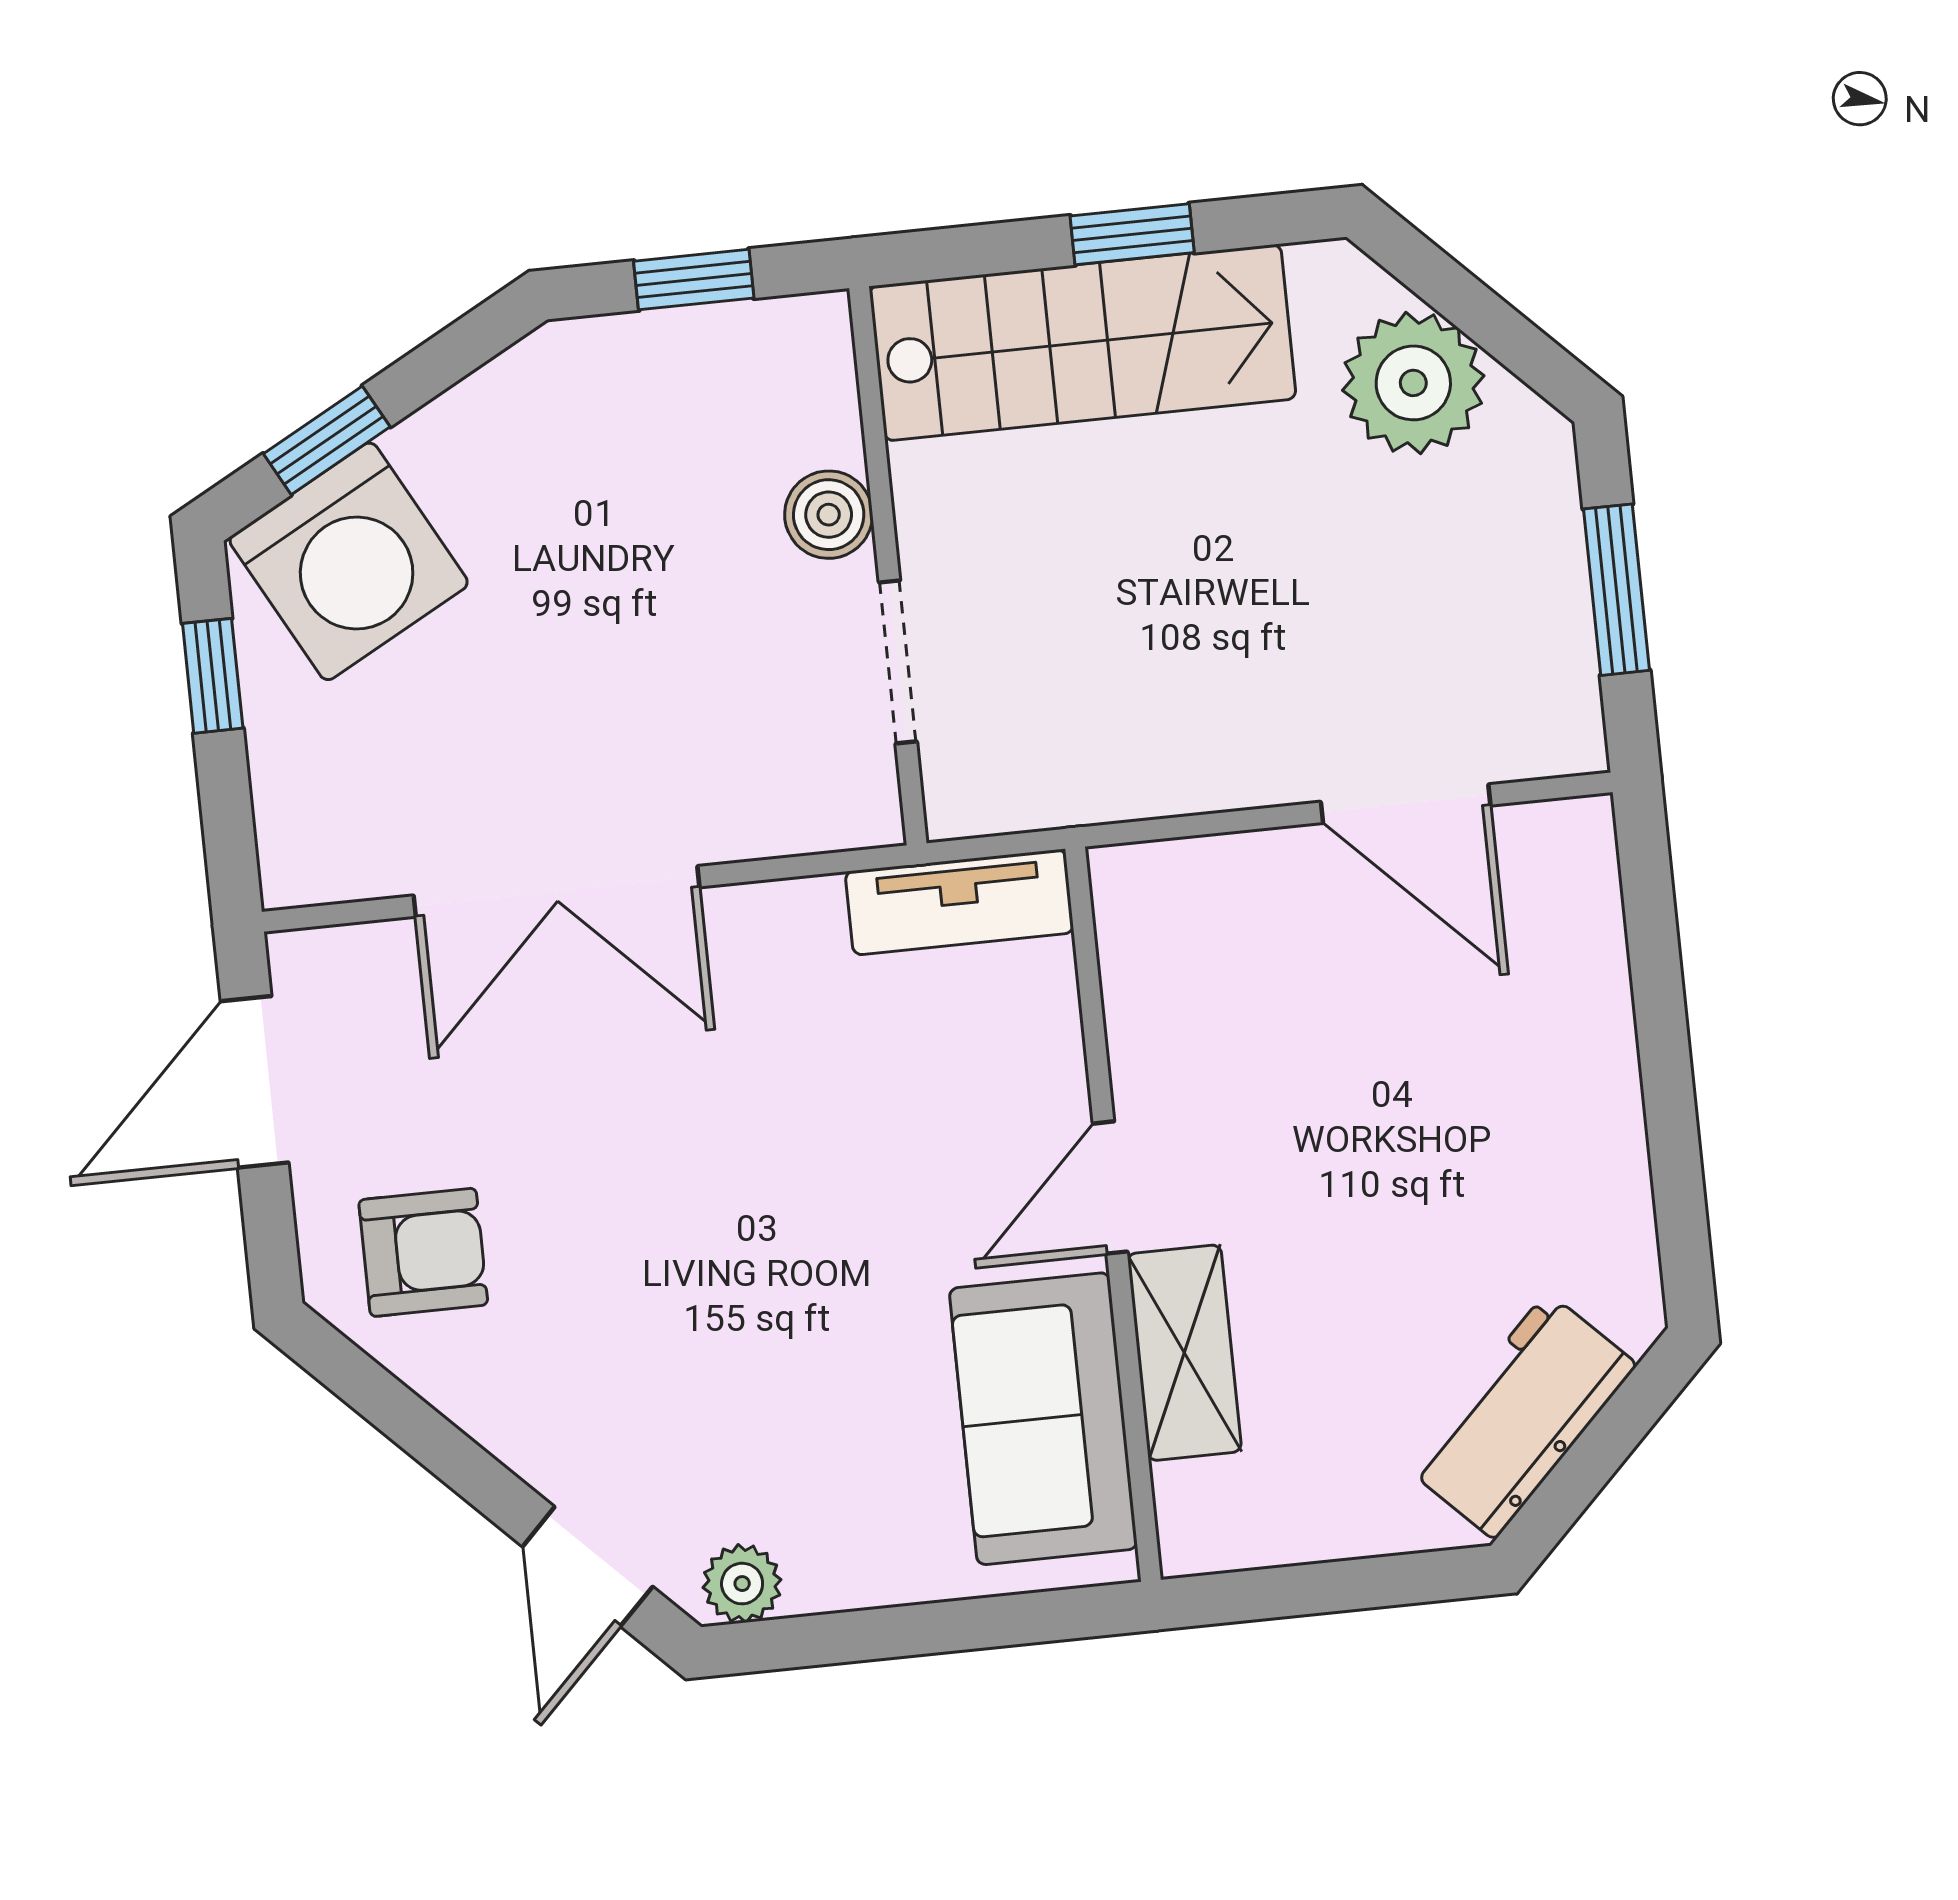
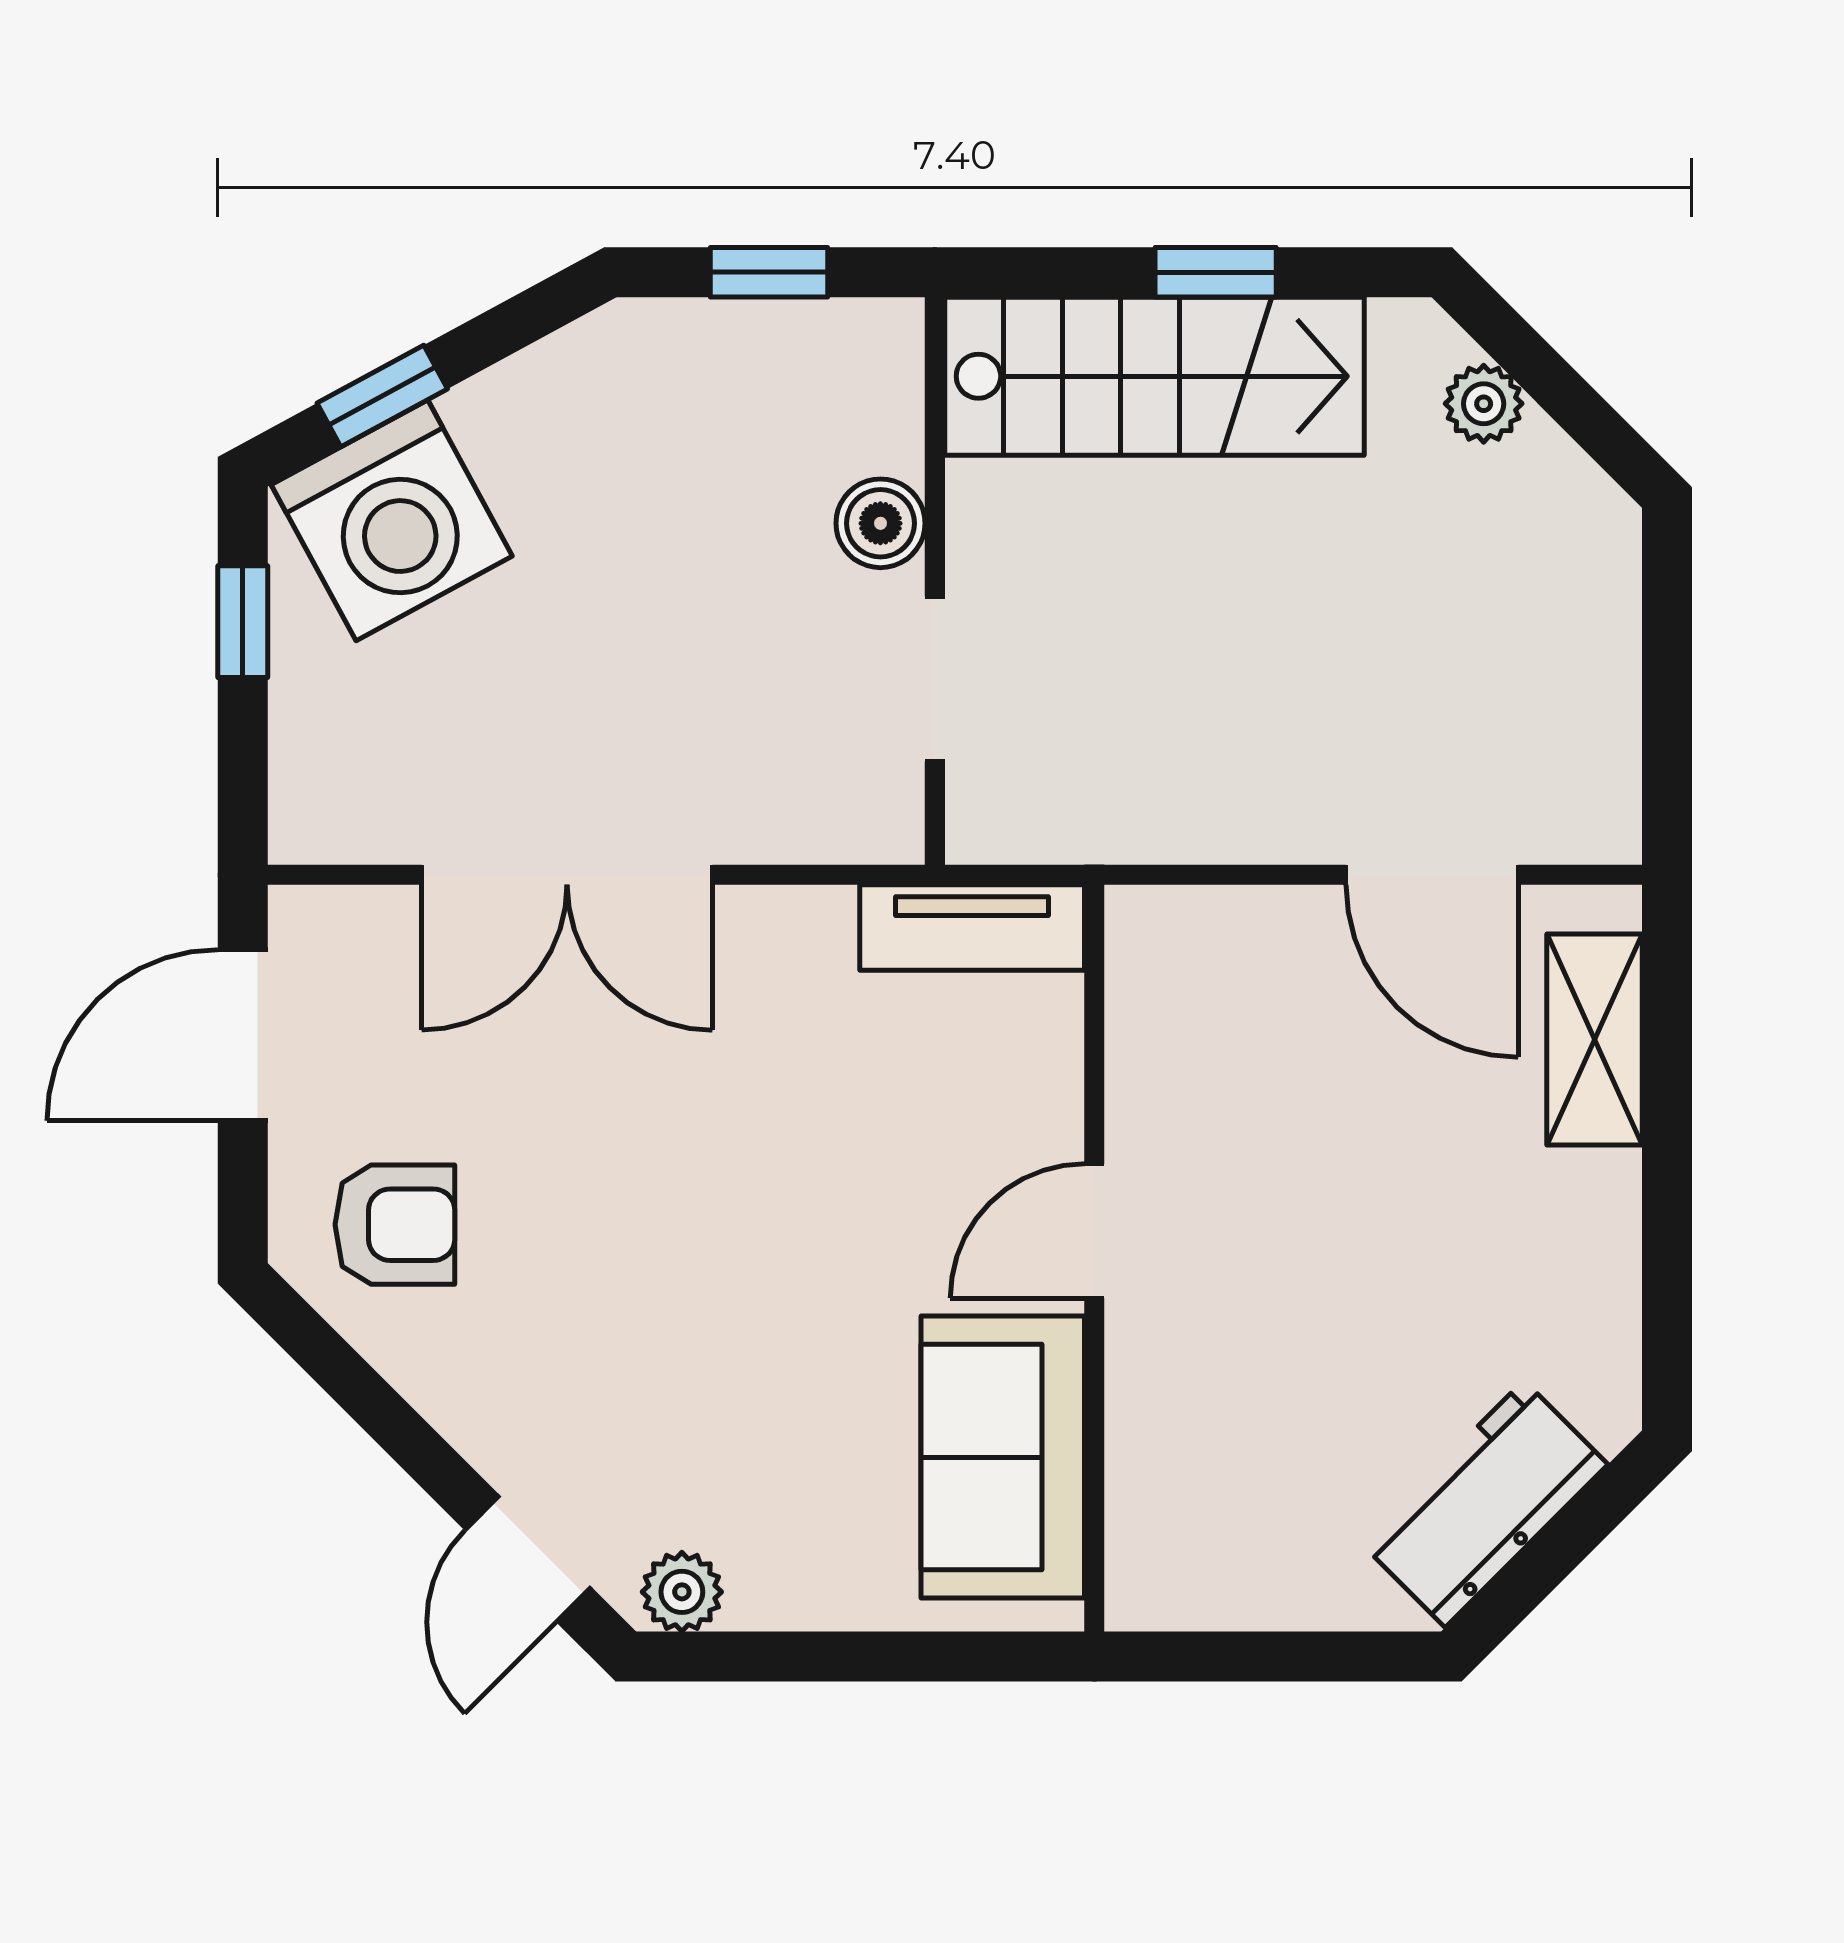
plant: (1413, 383) -> (1484, 404), width x0.53, depth x0.53
window: (1617, 590) -> (1667, 681), removed
shelving: (1184, 1353) -> (1594, 1039), moved

